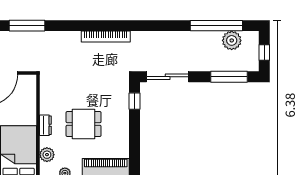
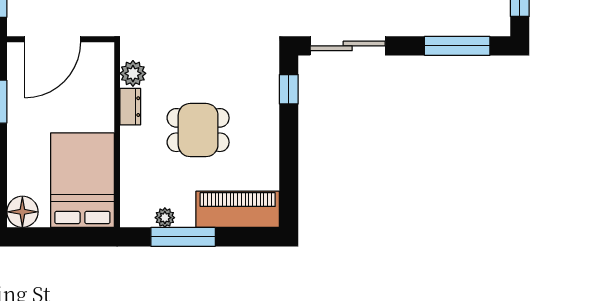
dresser: (45, 125) -> (130, 107), moved
plant: (47, 155) -> (133, 73), moved

